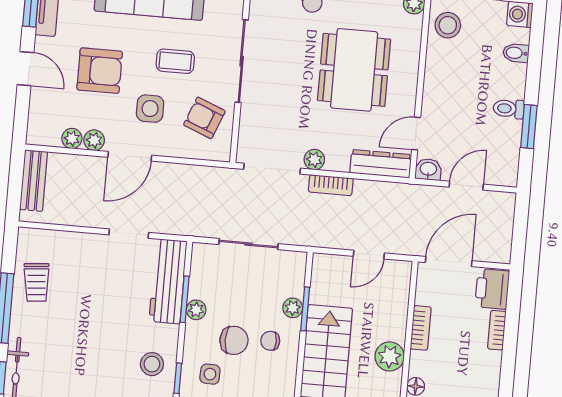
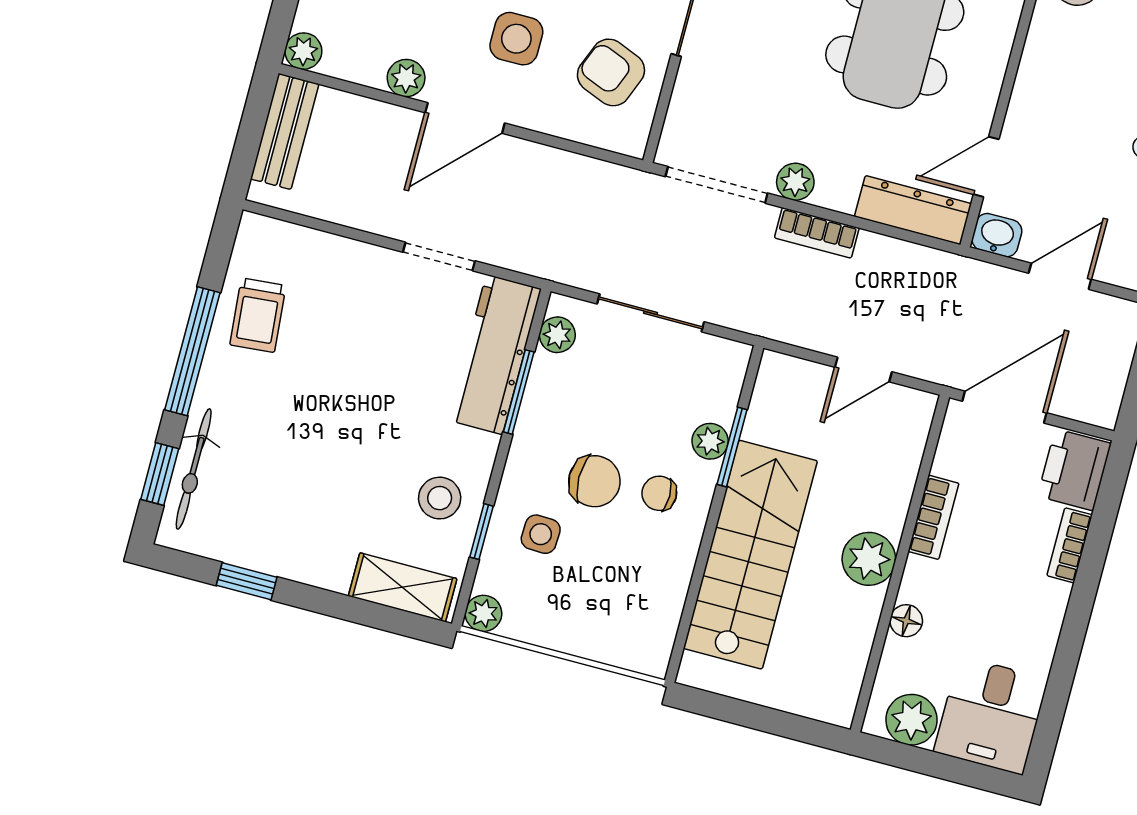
plant: (72, 139) -> (303, 51), moved
plant: (196, 310) -> (557, 335), moved

